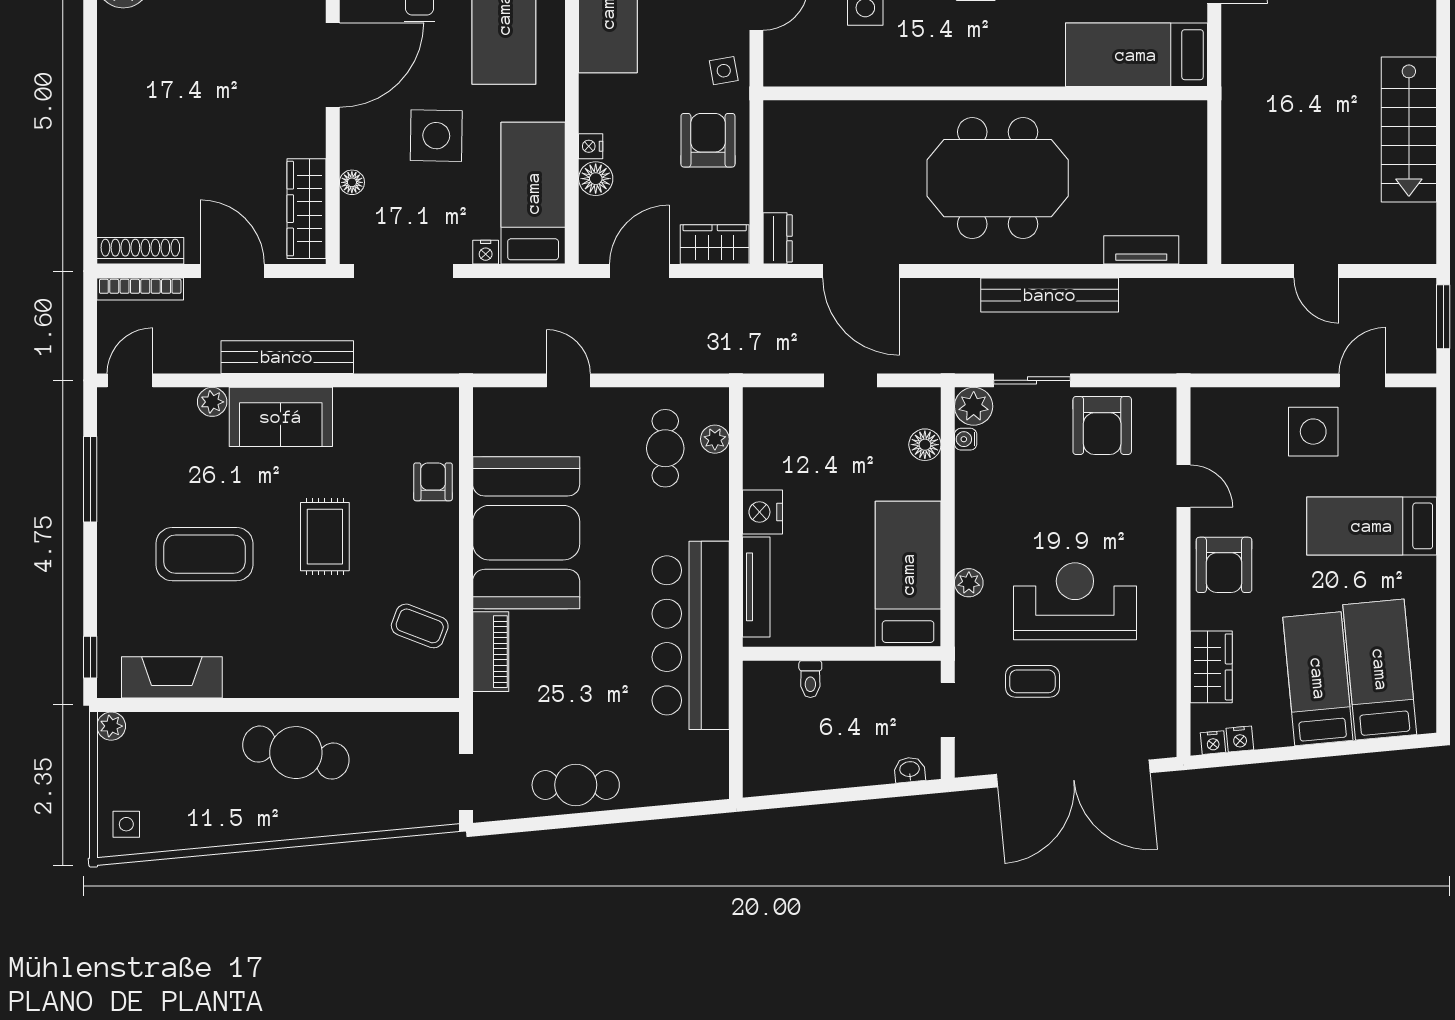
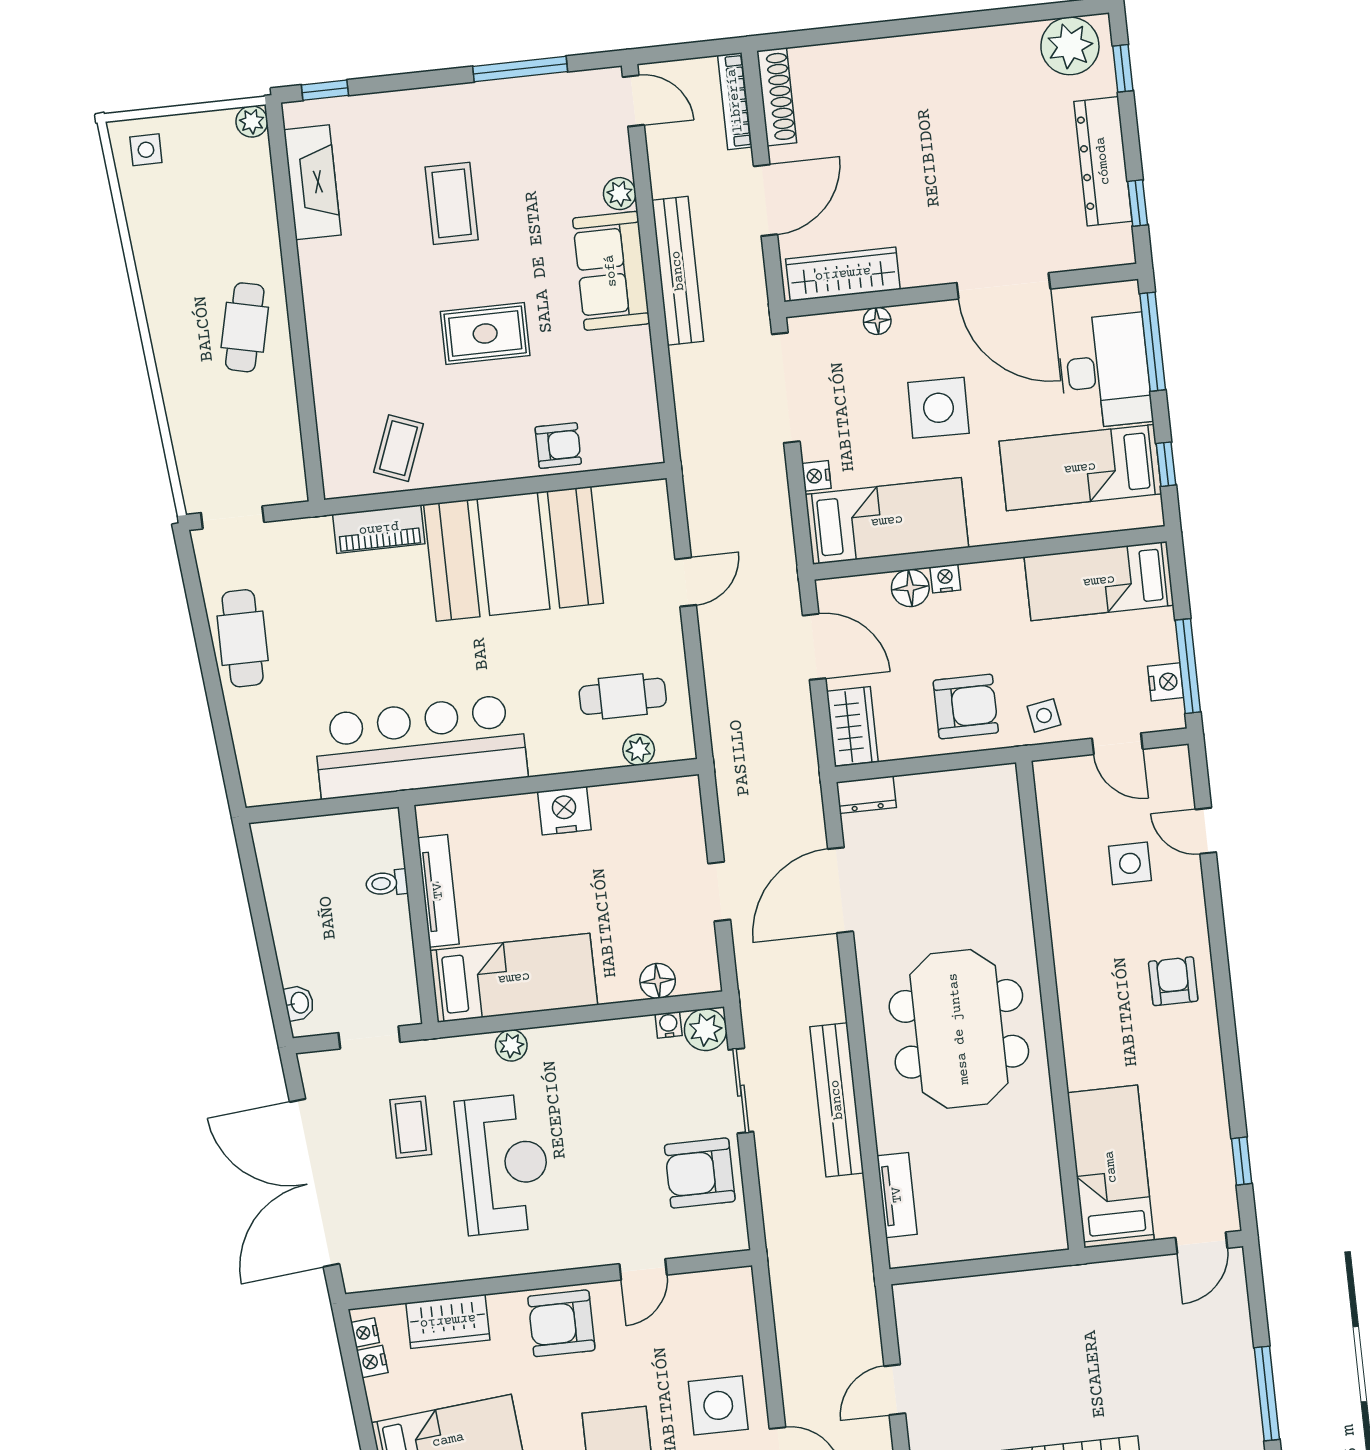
coffee table: (204, 554) -> (452, 203), width x0.73, depth x0.76
tv unit: (756, 587) -> (438, 891), moved, turned -90
cafe table: (296, 753) -> (245, 327), width x0.73, depth x0.74

